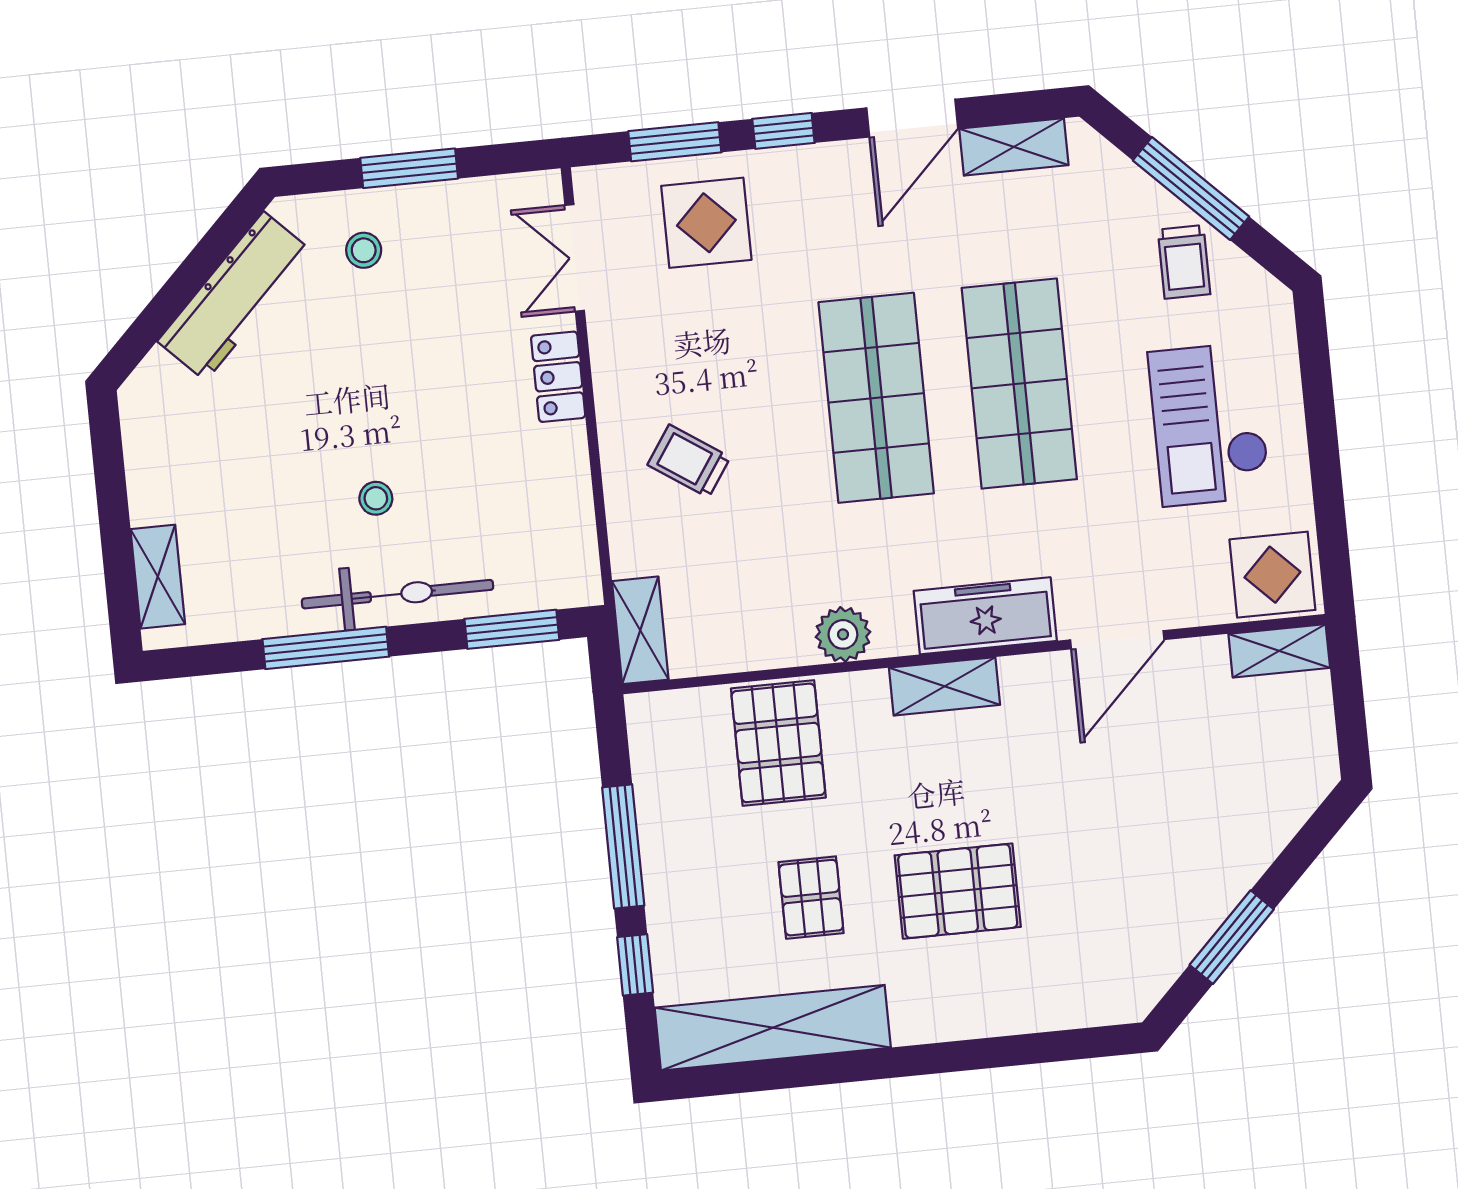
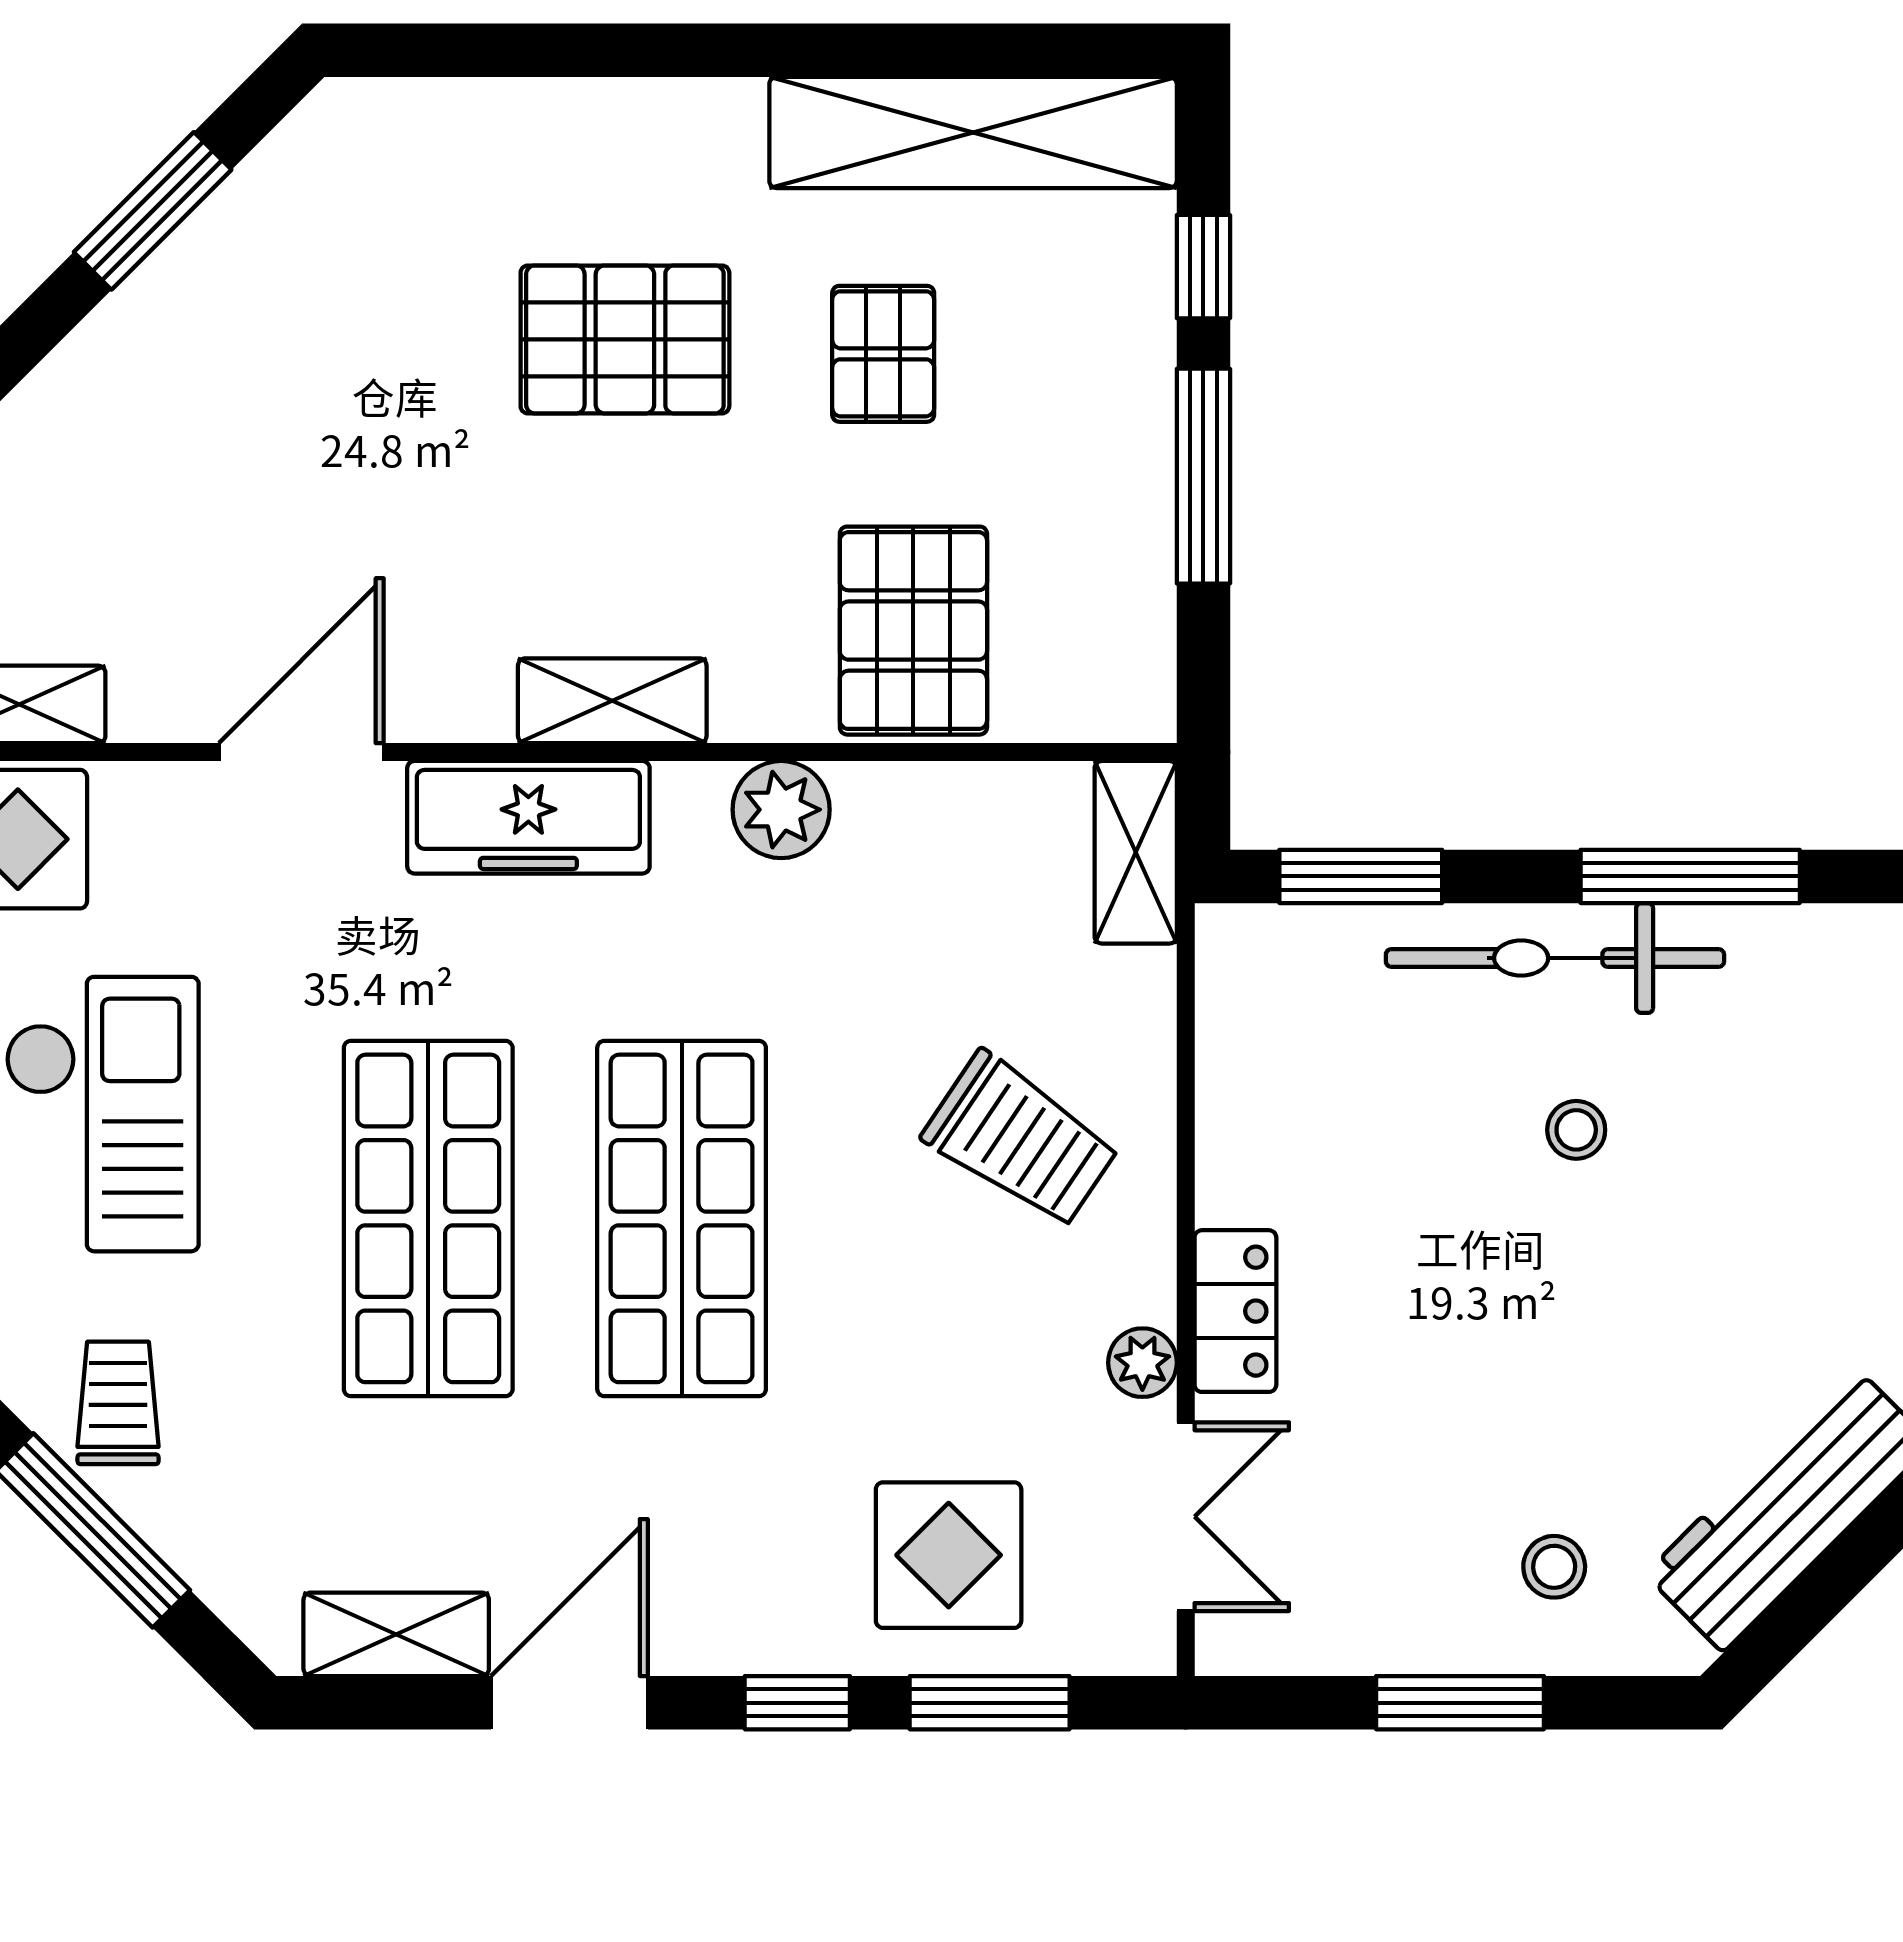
plant: (608, 342) -> (1142, 1363), added
trolley: (689, 461) -> (1021, 1140), width x1.36, depth x1.39

